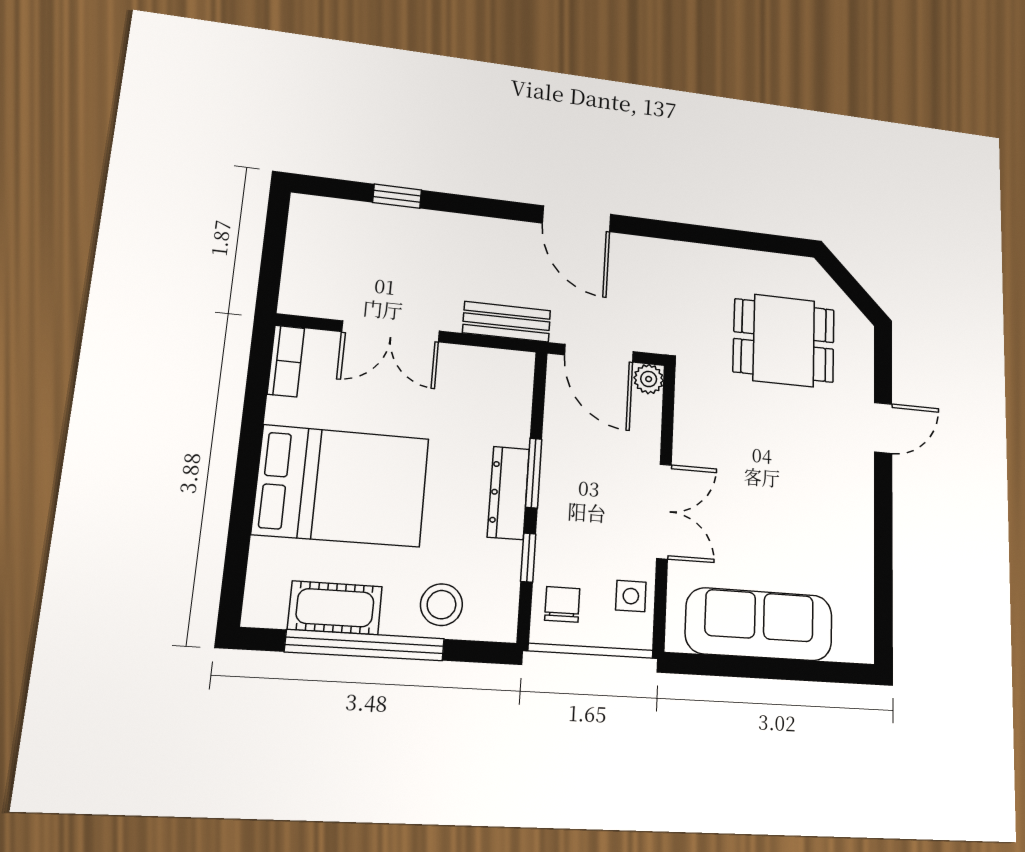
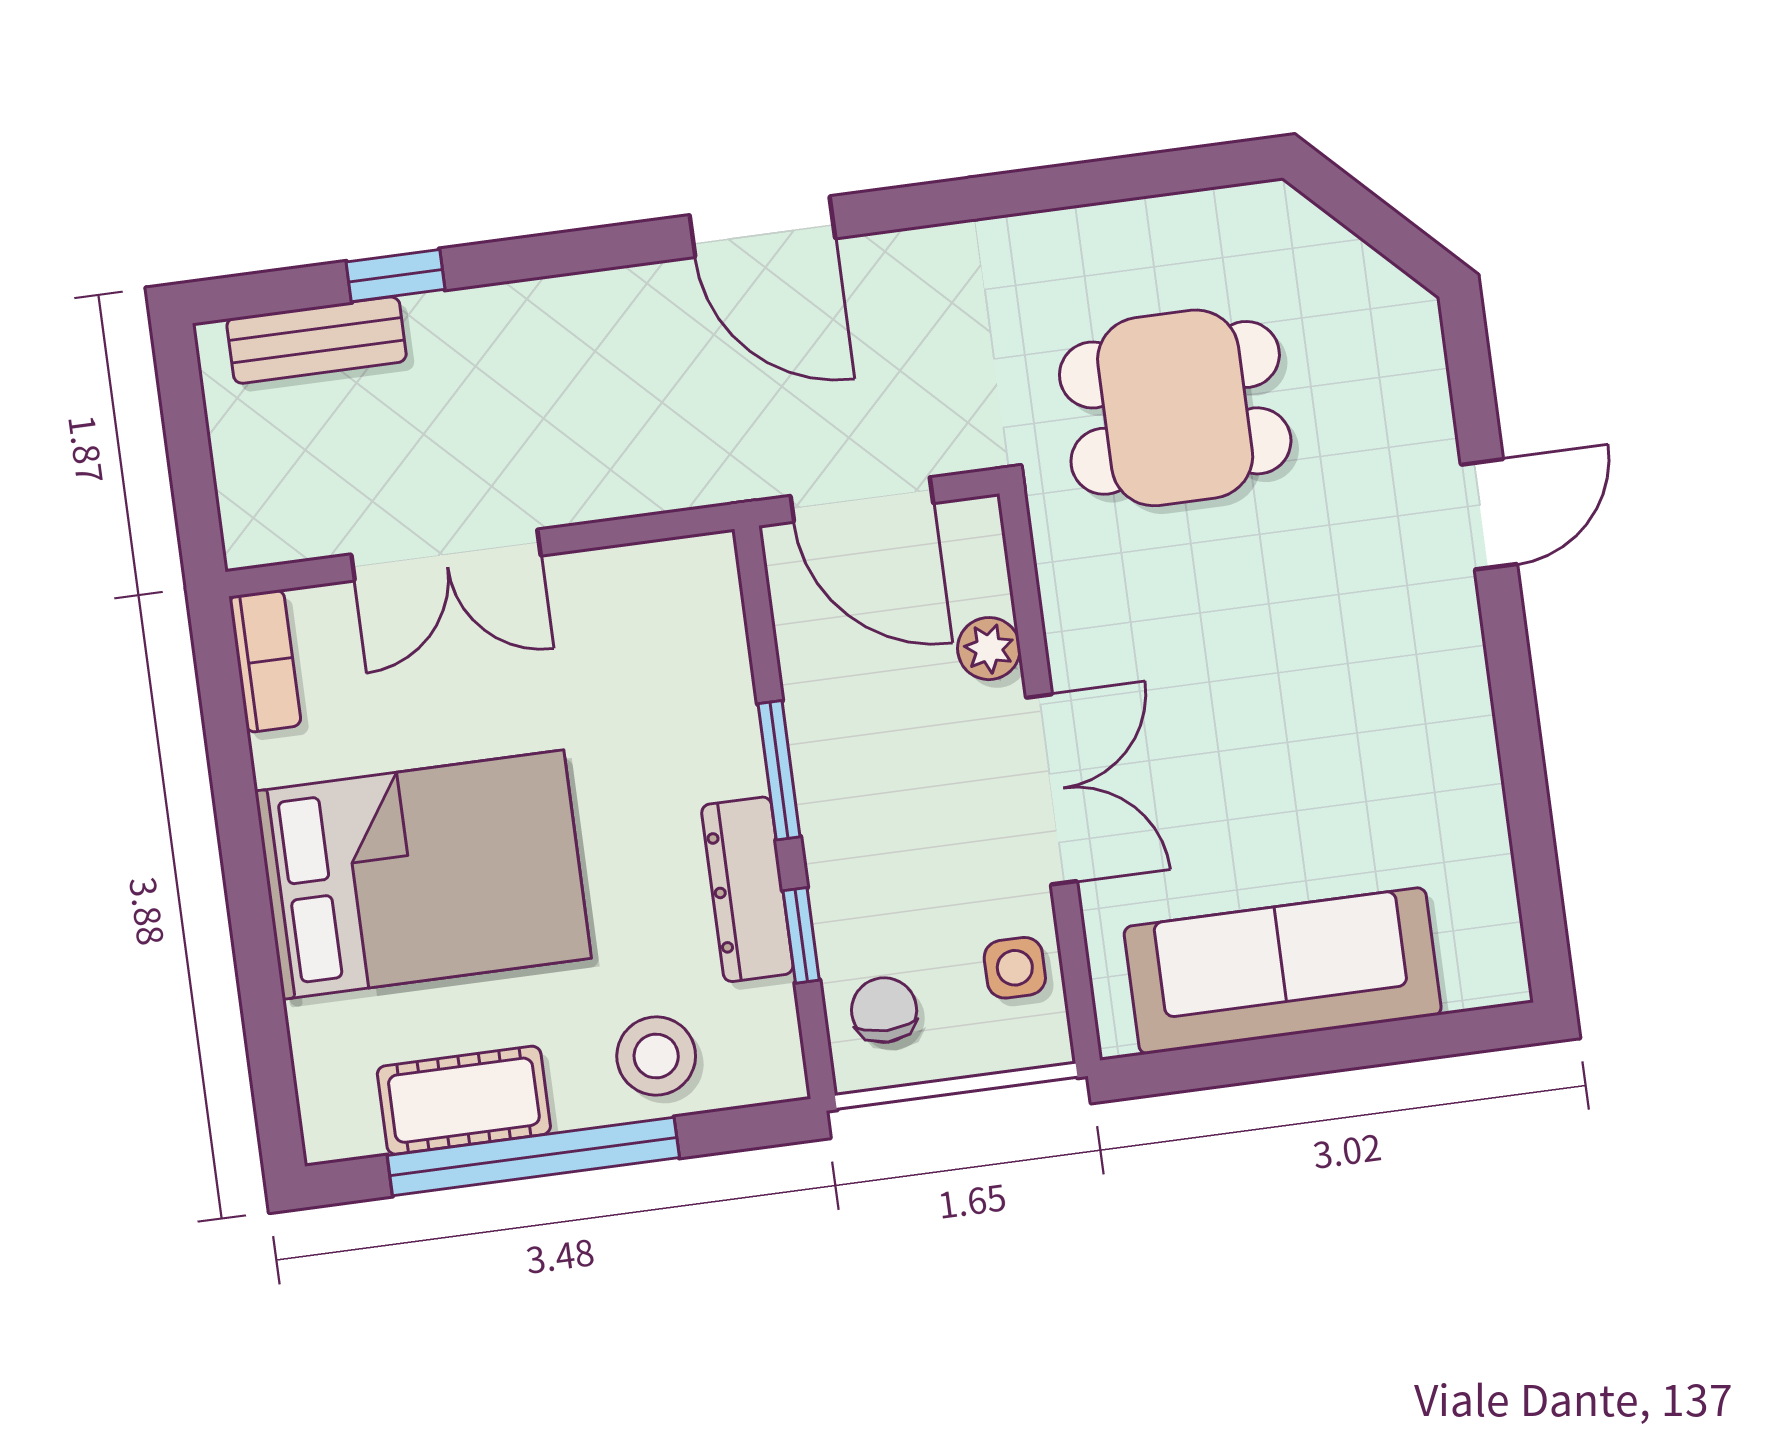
bench: (507, 322) -> (317, 340), moved
dining table: (784, 340) -> (1175, 408), moved
plant: (649, 379) -> (989, 649), moved
dresser: (508, 493) -> (747, 889), moved

